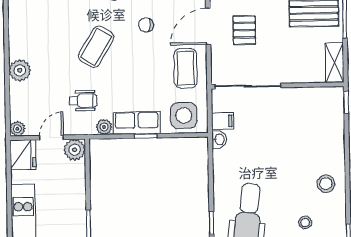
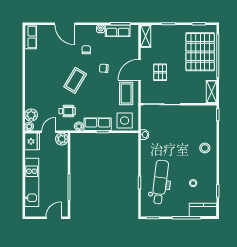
plant: (20, 70) -> (31, 115), moved
filing cabinet: (223, 121) -> (147, 124), removed
stool: (326, 184) -> (205, 148), moved

